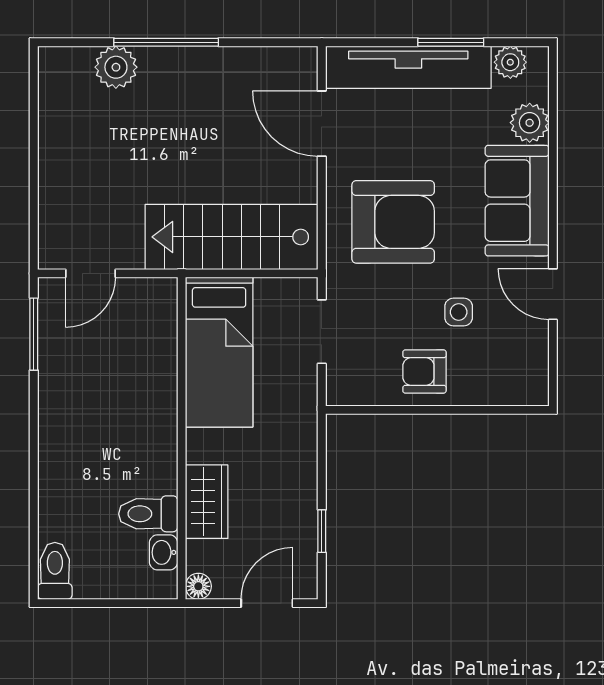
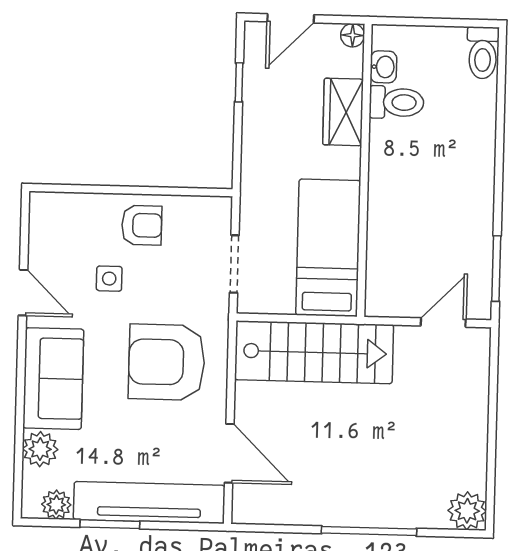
plant: (116, 67) -> (467, 511), moved

